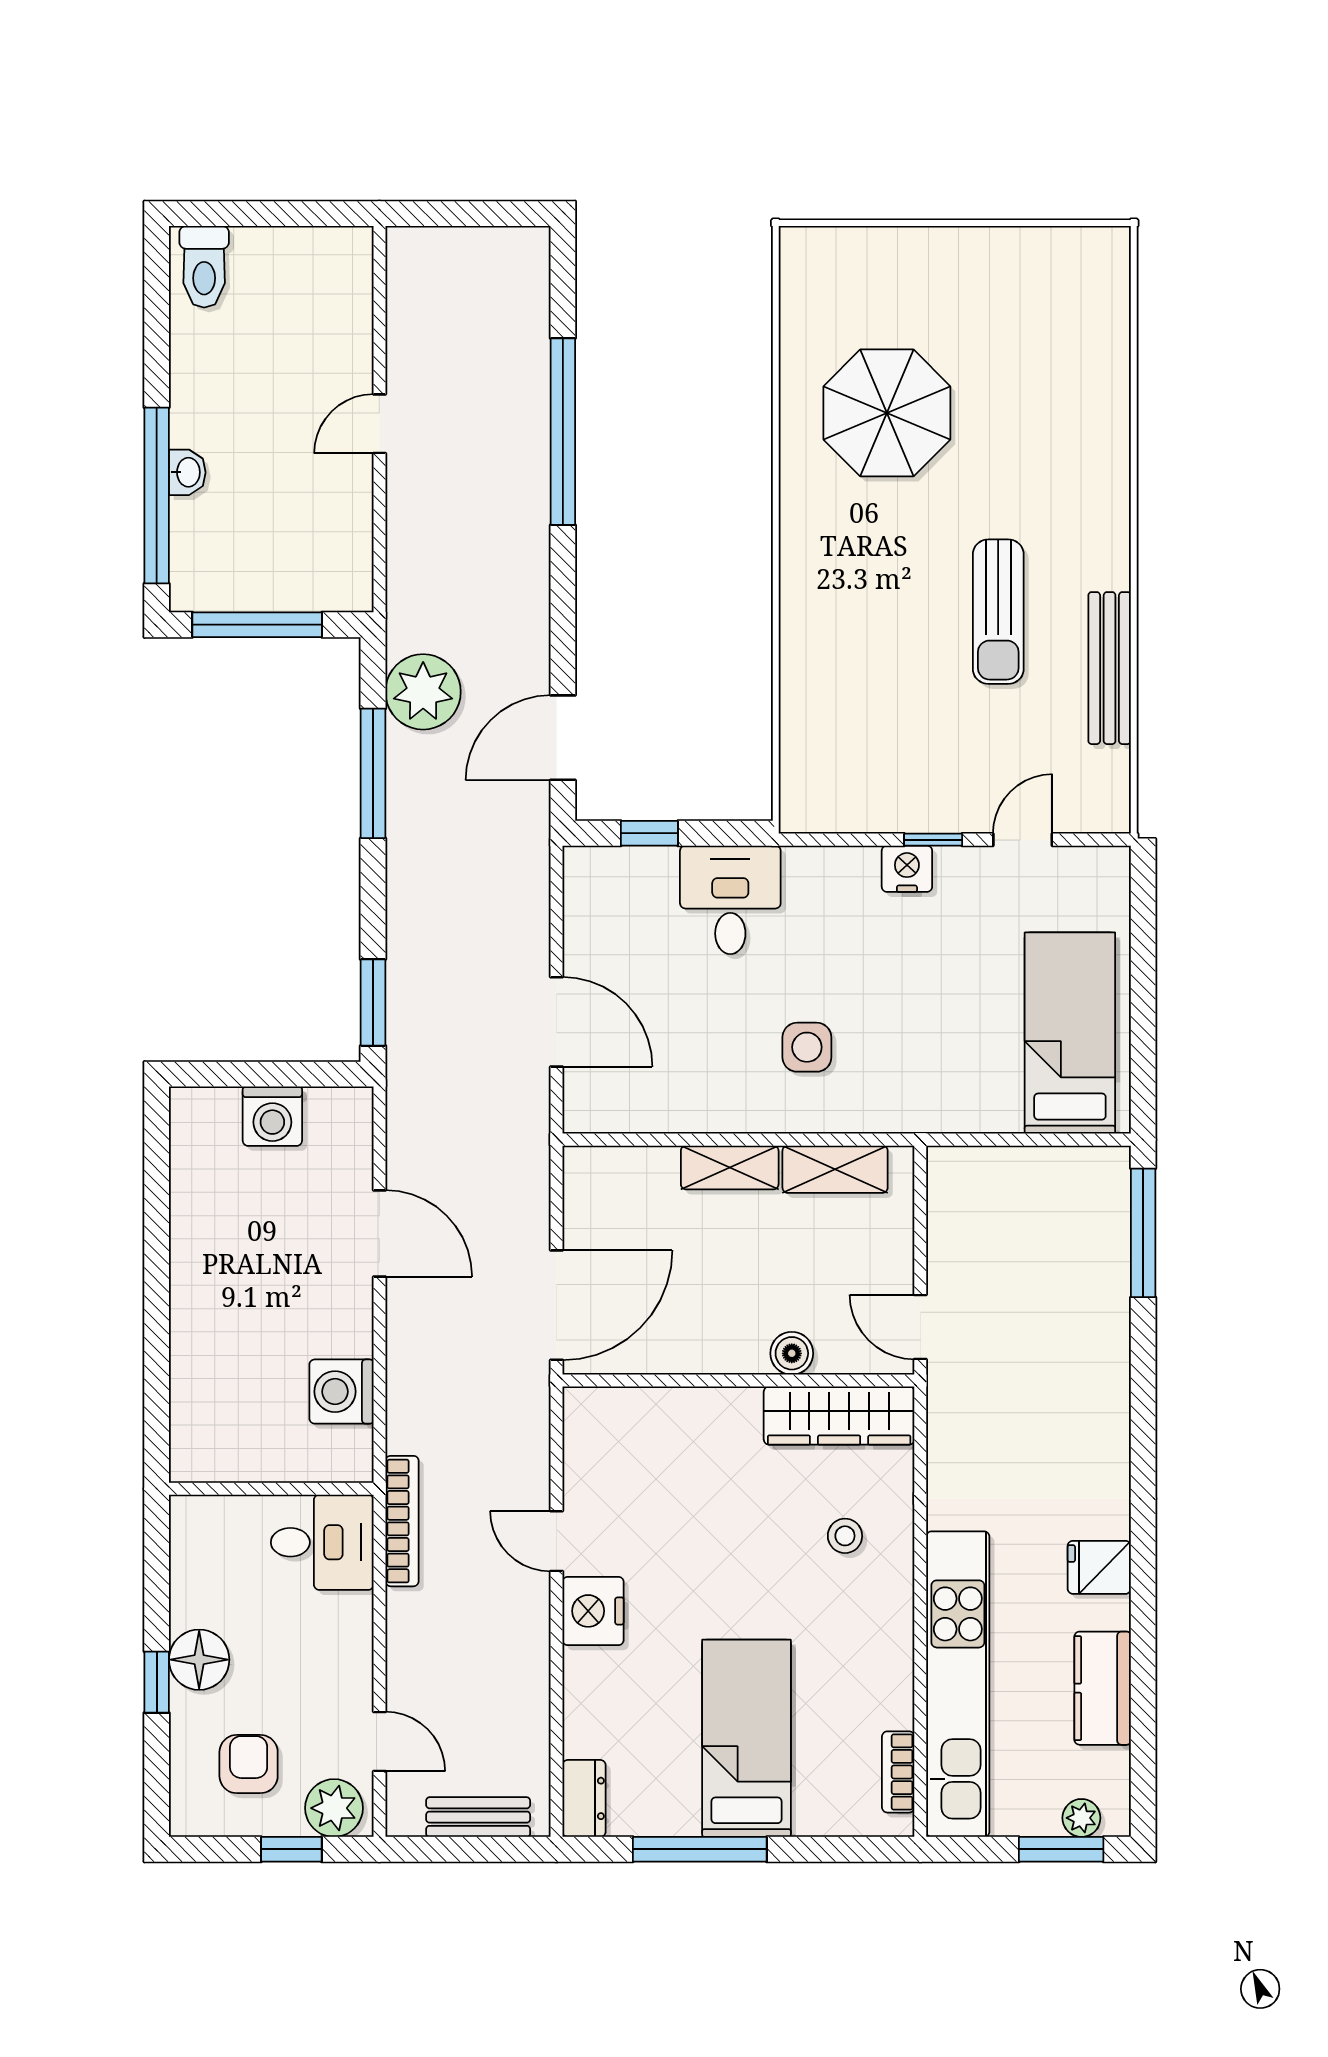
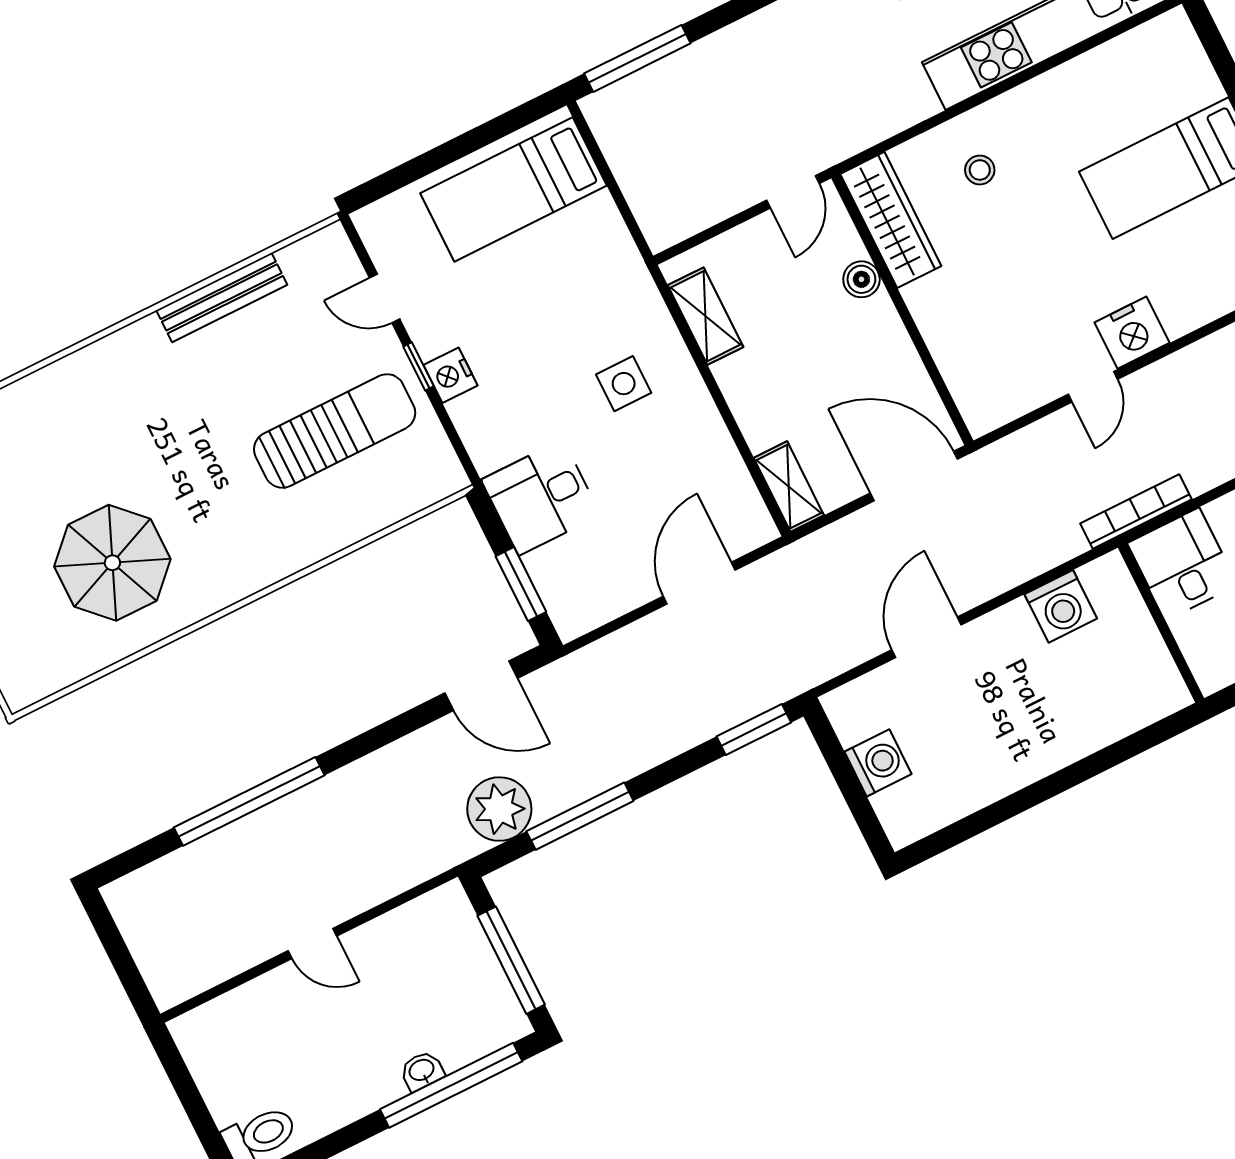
sun lounger: (998, 612) -> (335, 431), moved, width x1.36, depth x1.34
window: (649, 833) -> (521, 584), width x1.50
shelving: (730, 1167) -> (789, 487), moved
bookcase: (898, 1772) -> (1139, 40), removed

